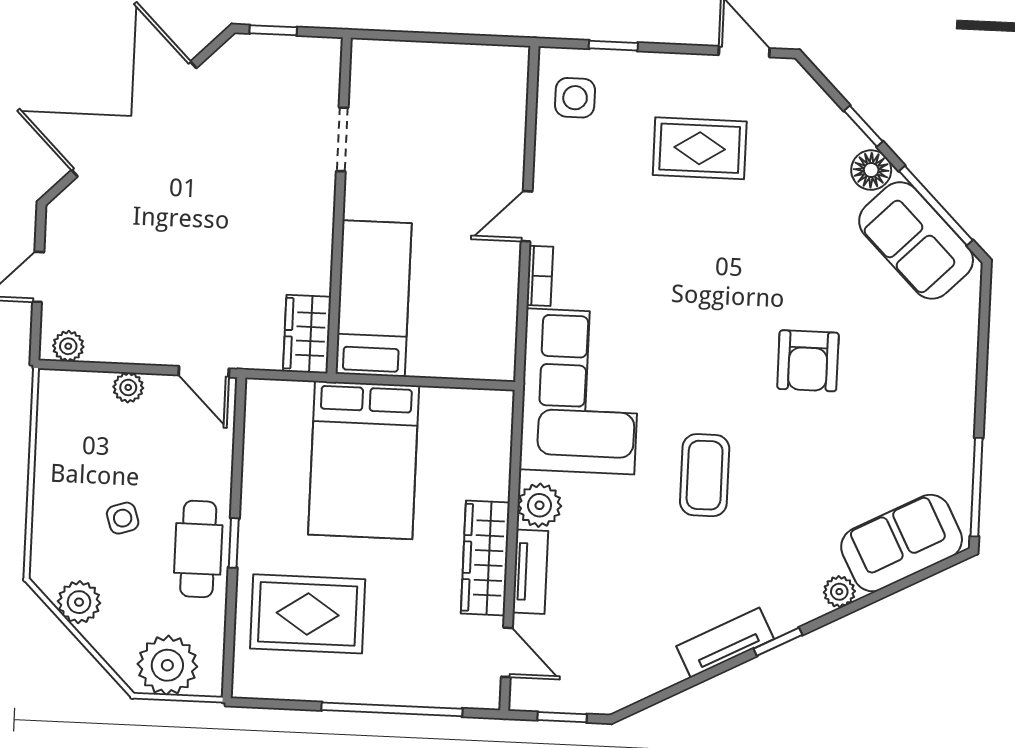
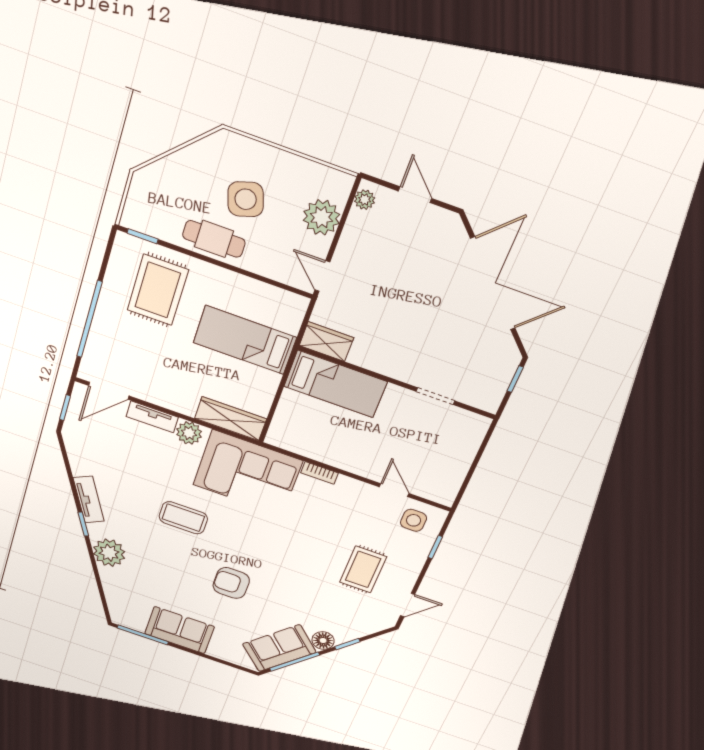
door: (527, 216) -> (394, 490), moved
door: (204, 372) -> (322, 276), hinge flipped
plant: (128, 387) -> (321, 217), width x1.88, depth x1.88
bed: (364, 460) -> (245, 340), width x0.67
side table: (123, 518) -> (246, 199), width x1.87, depth x1.87
window: (234, 543) -> (143, 236), moved
sofa: (902, 543) -> (180, 630), moved, turned -63
wardrobe: (485, 558) -> (231, 419), moved
plant: (839, 592) -> (109, 553), width x1.87, depth x1.87
plant: (79, 602) -> (199, 155), removed
door: (507, 652) -> (109, 391), width x1.37
plant: (167, 665) -> (146, 198), removed

